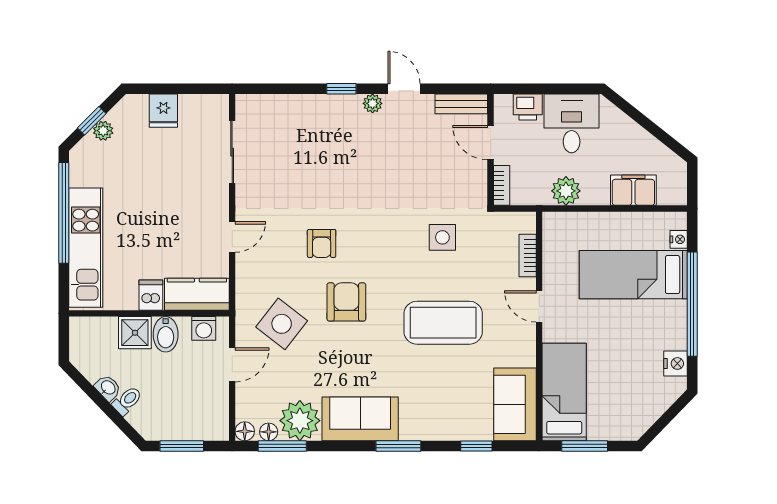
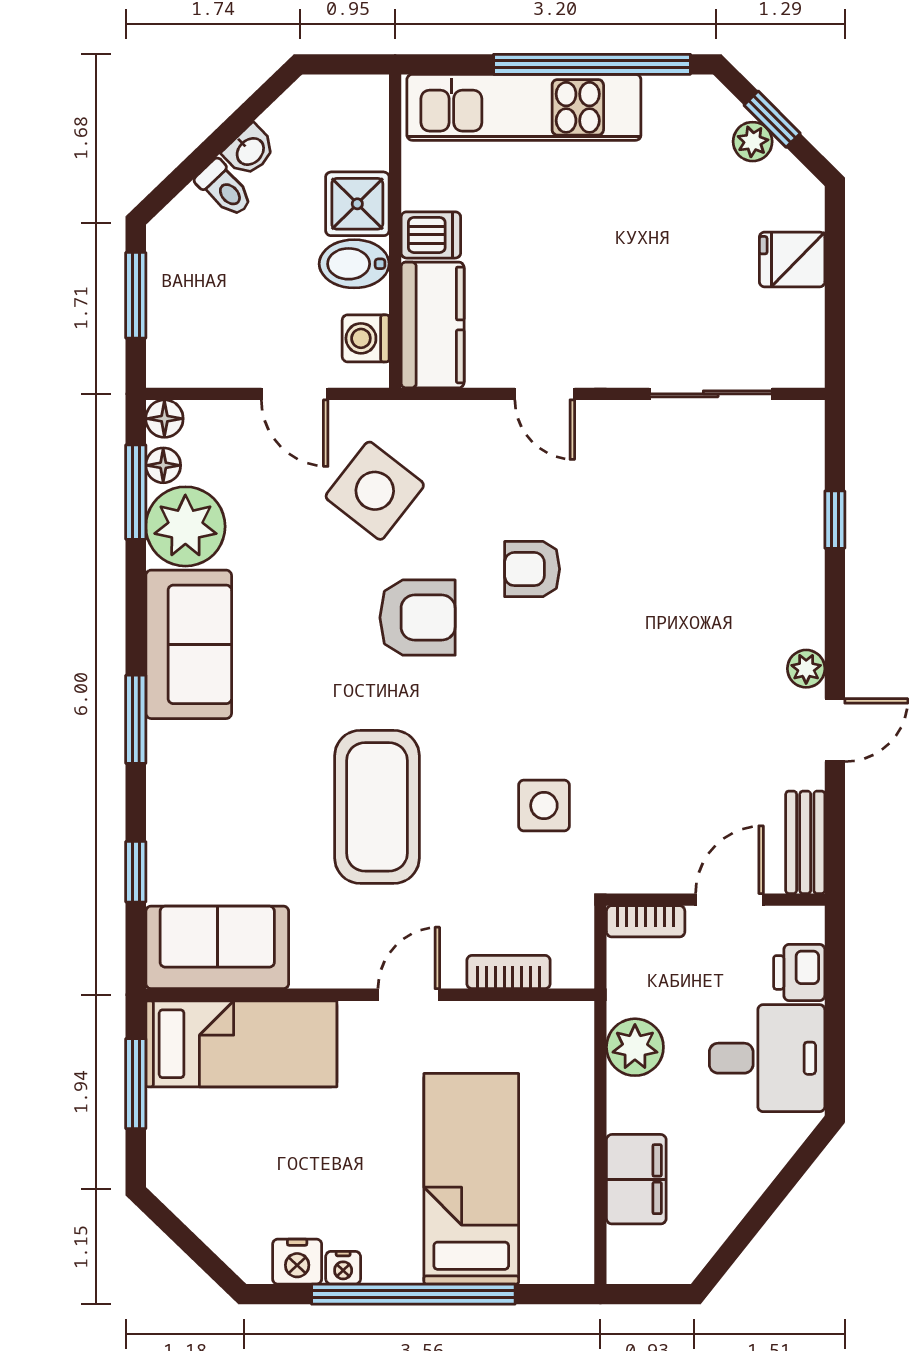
window: (341, 89) -> (835, 520), moved
nightstand: (679, 239) -> (343, 1268), moved

